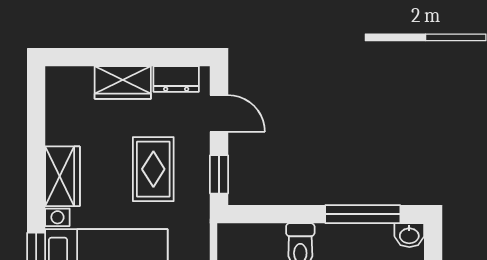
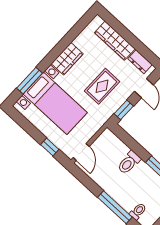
wardrobe: (123, 83) -> (115, 41), width x1.50

